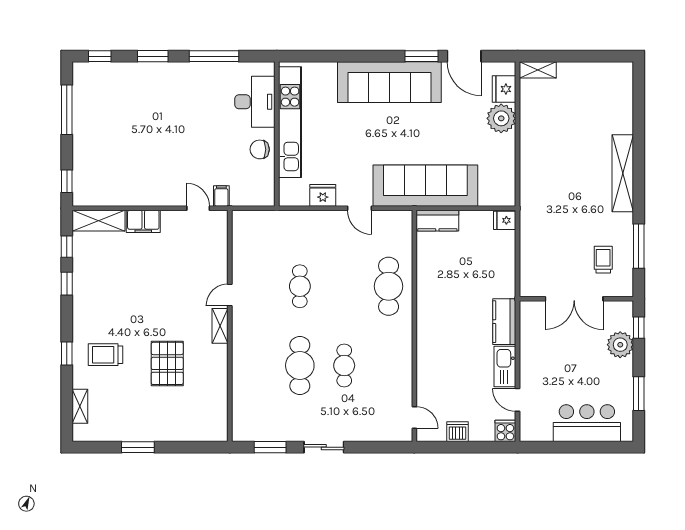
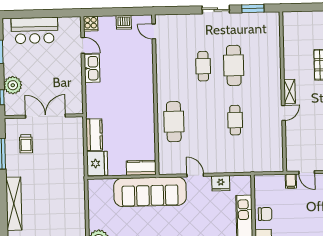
fridge: (505, 220) -> (97, 163), width x1.88, depth x1.34
kitchen counter: (504, 322) -> (94, 135), moved

